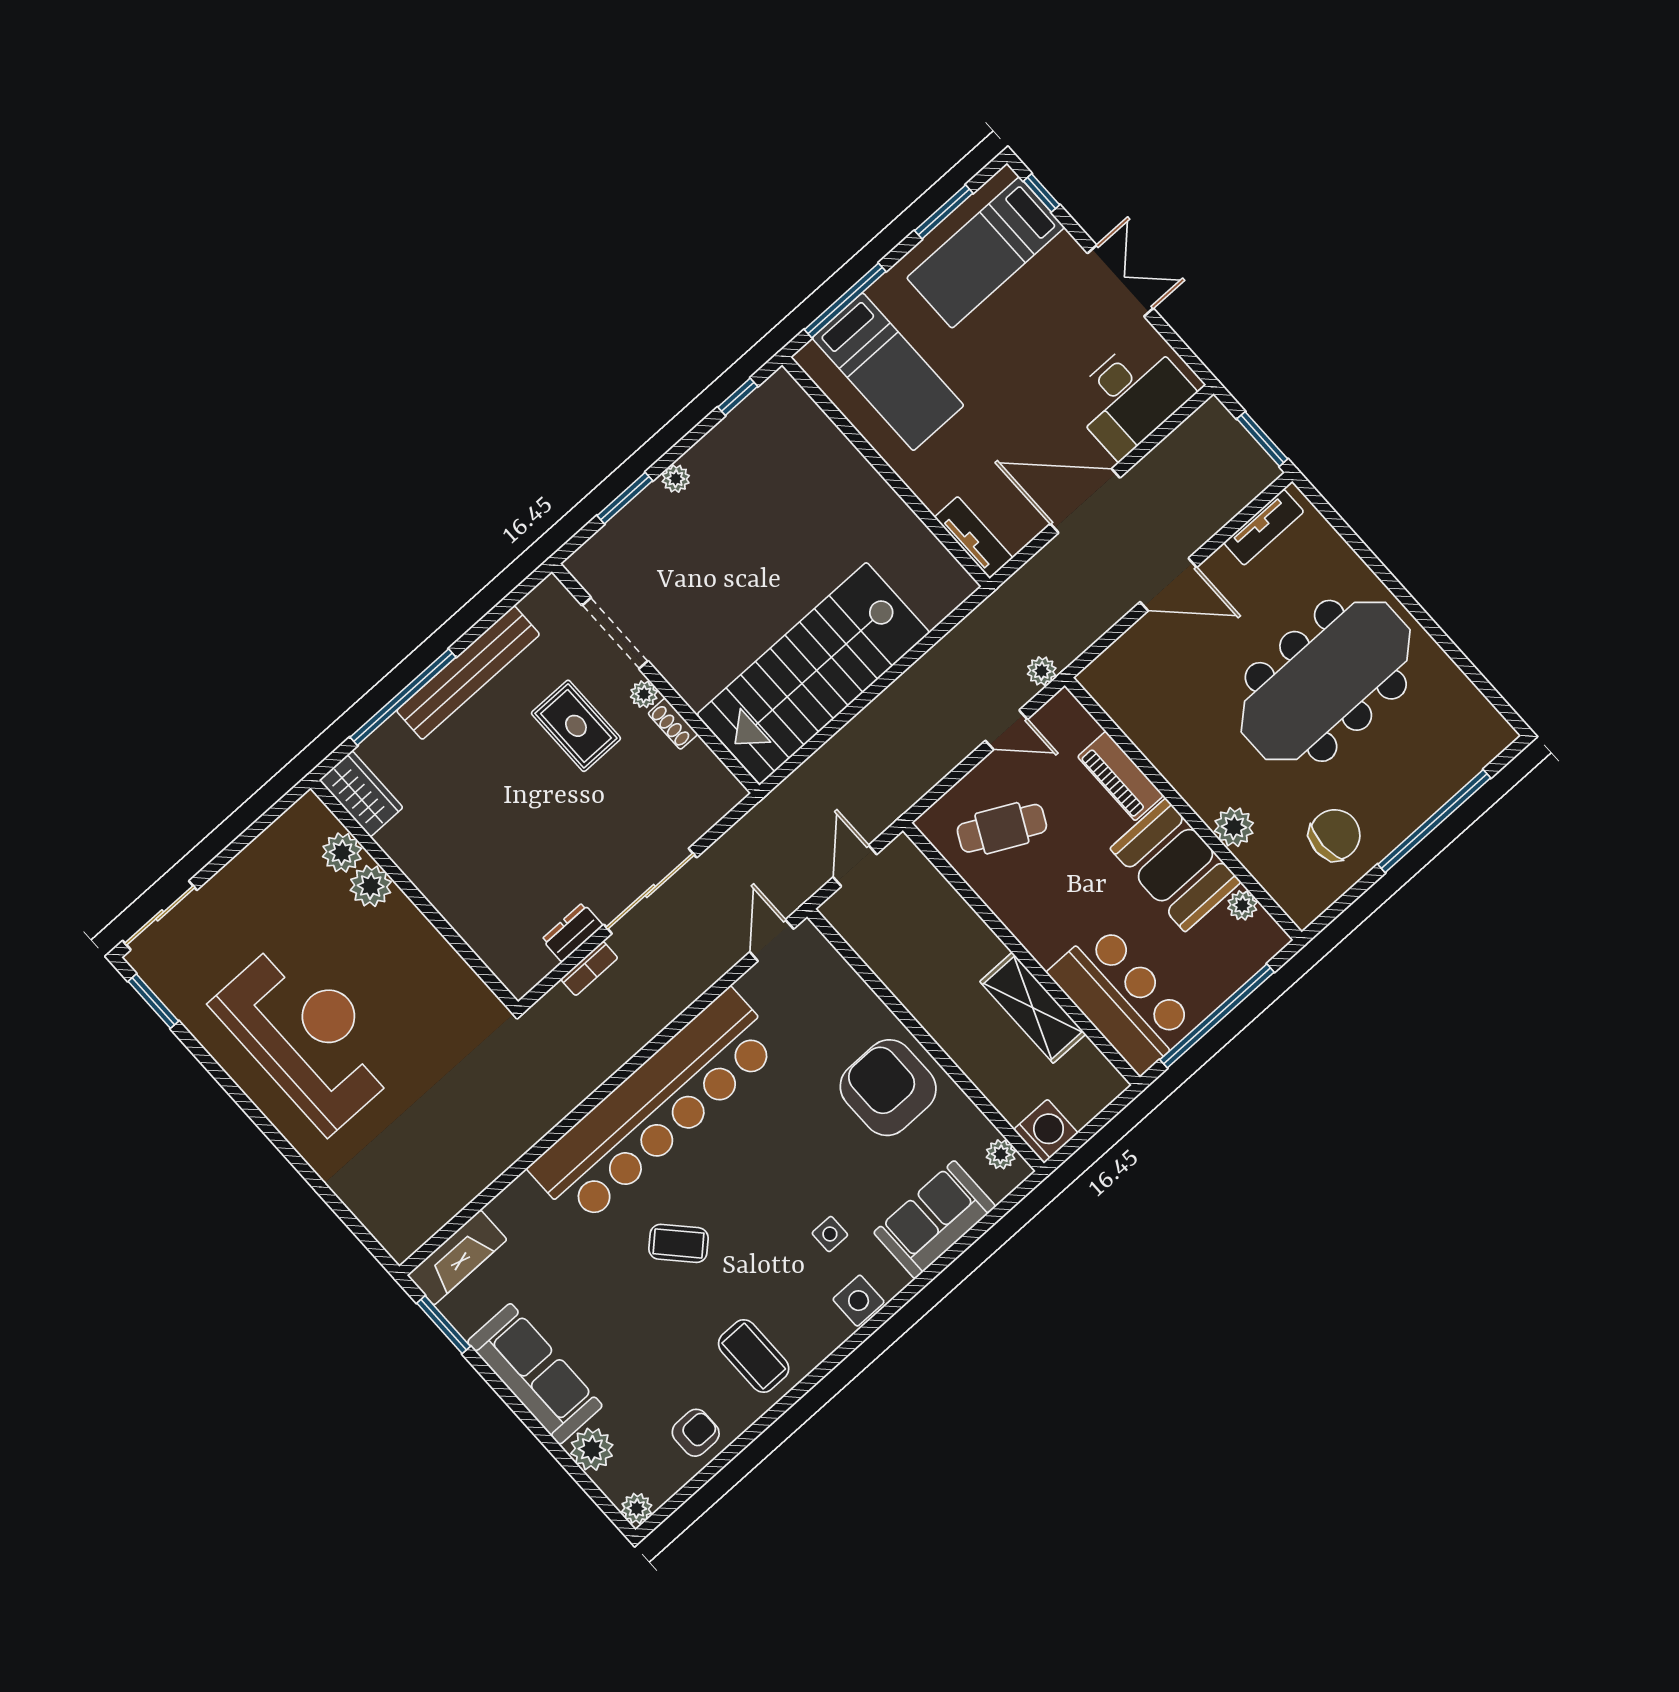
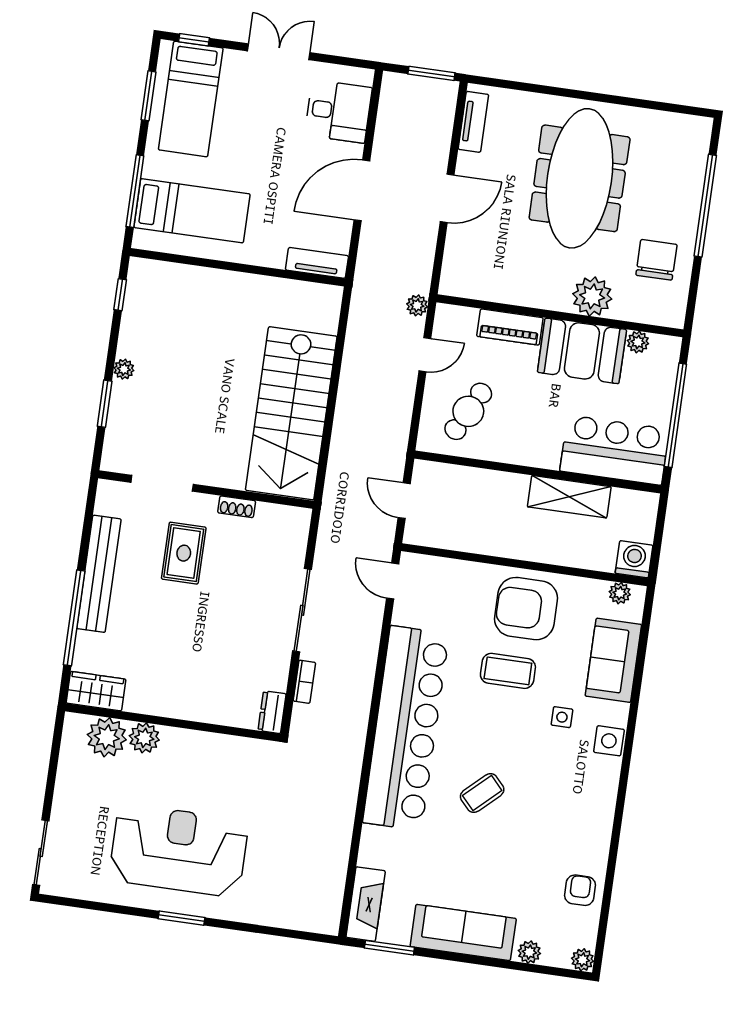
desk: (1130, 396) -> (338, 111), width x0.73
plant: (644, 694) -> (207, 504), removed
rug: (576, 726) -> (184, 553), turned 90
plant: (1234, 827) -> (592, 296), width x1.36, depth x1.36
plant: (342, 853) -> (107, 737), width x1.36, depth x1.36
dresser: (572, 932) -> (272, 712), moved
window: (153, 1001) -> (181, 918), moved
coffee table: (754, 1356) -> (508, 671), moved
plant: (592, 1449) -> (529, 952), width x0.73, depth x0.73

